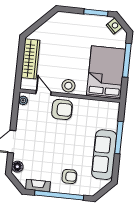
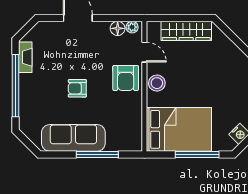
door: (44, 93) -> (144, 52), hinge flipped
floor lamp: (17, 167) -> (118, 28), moved
armchair: (69, 176) -> (77, 88), moved, turned 90

